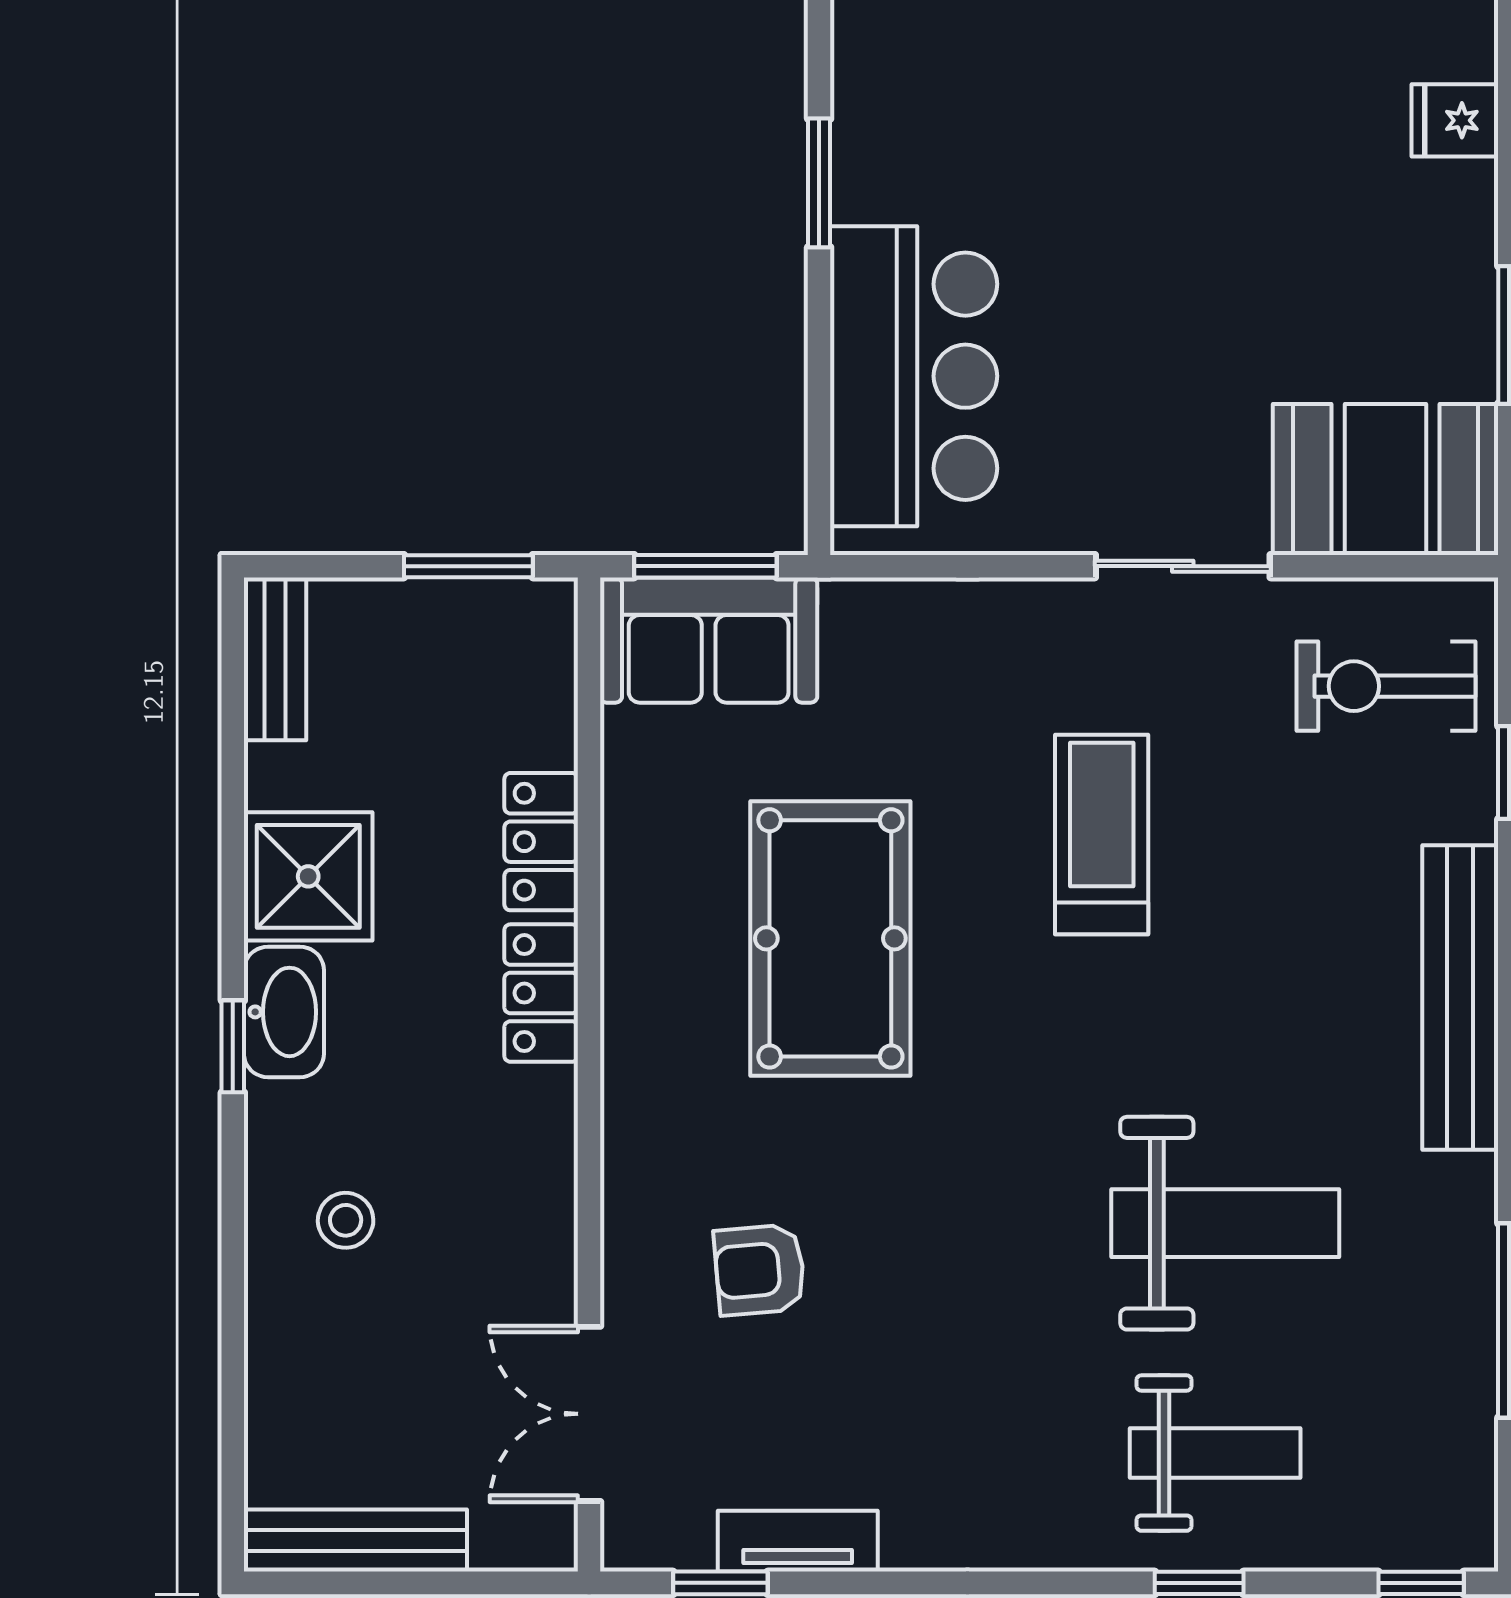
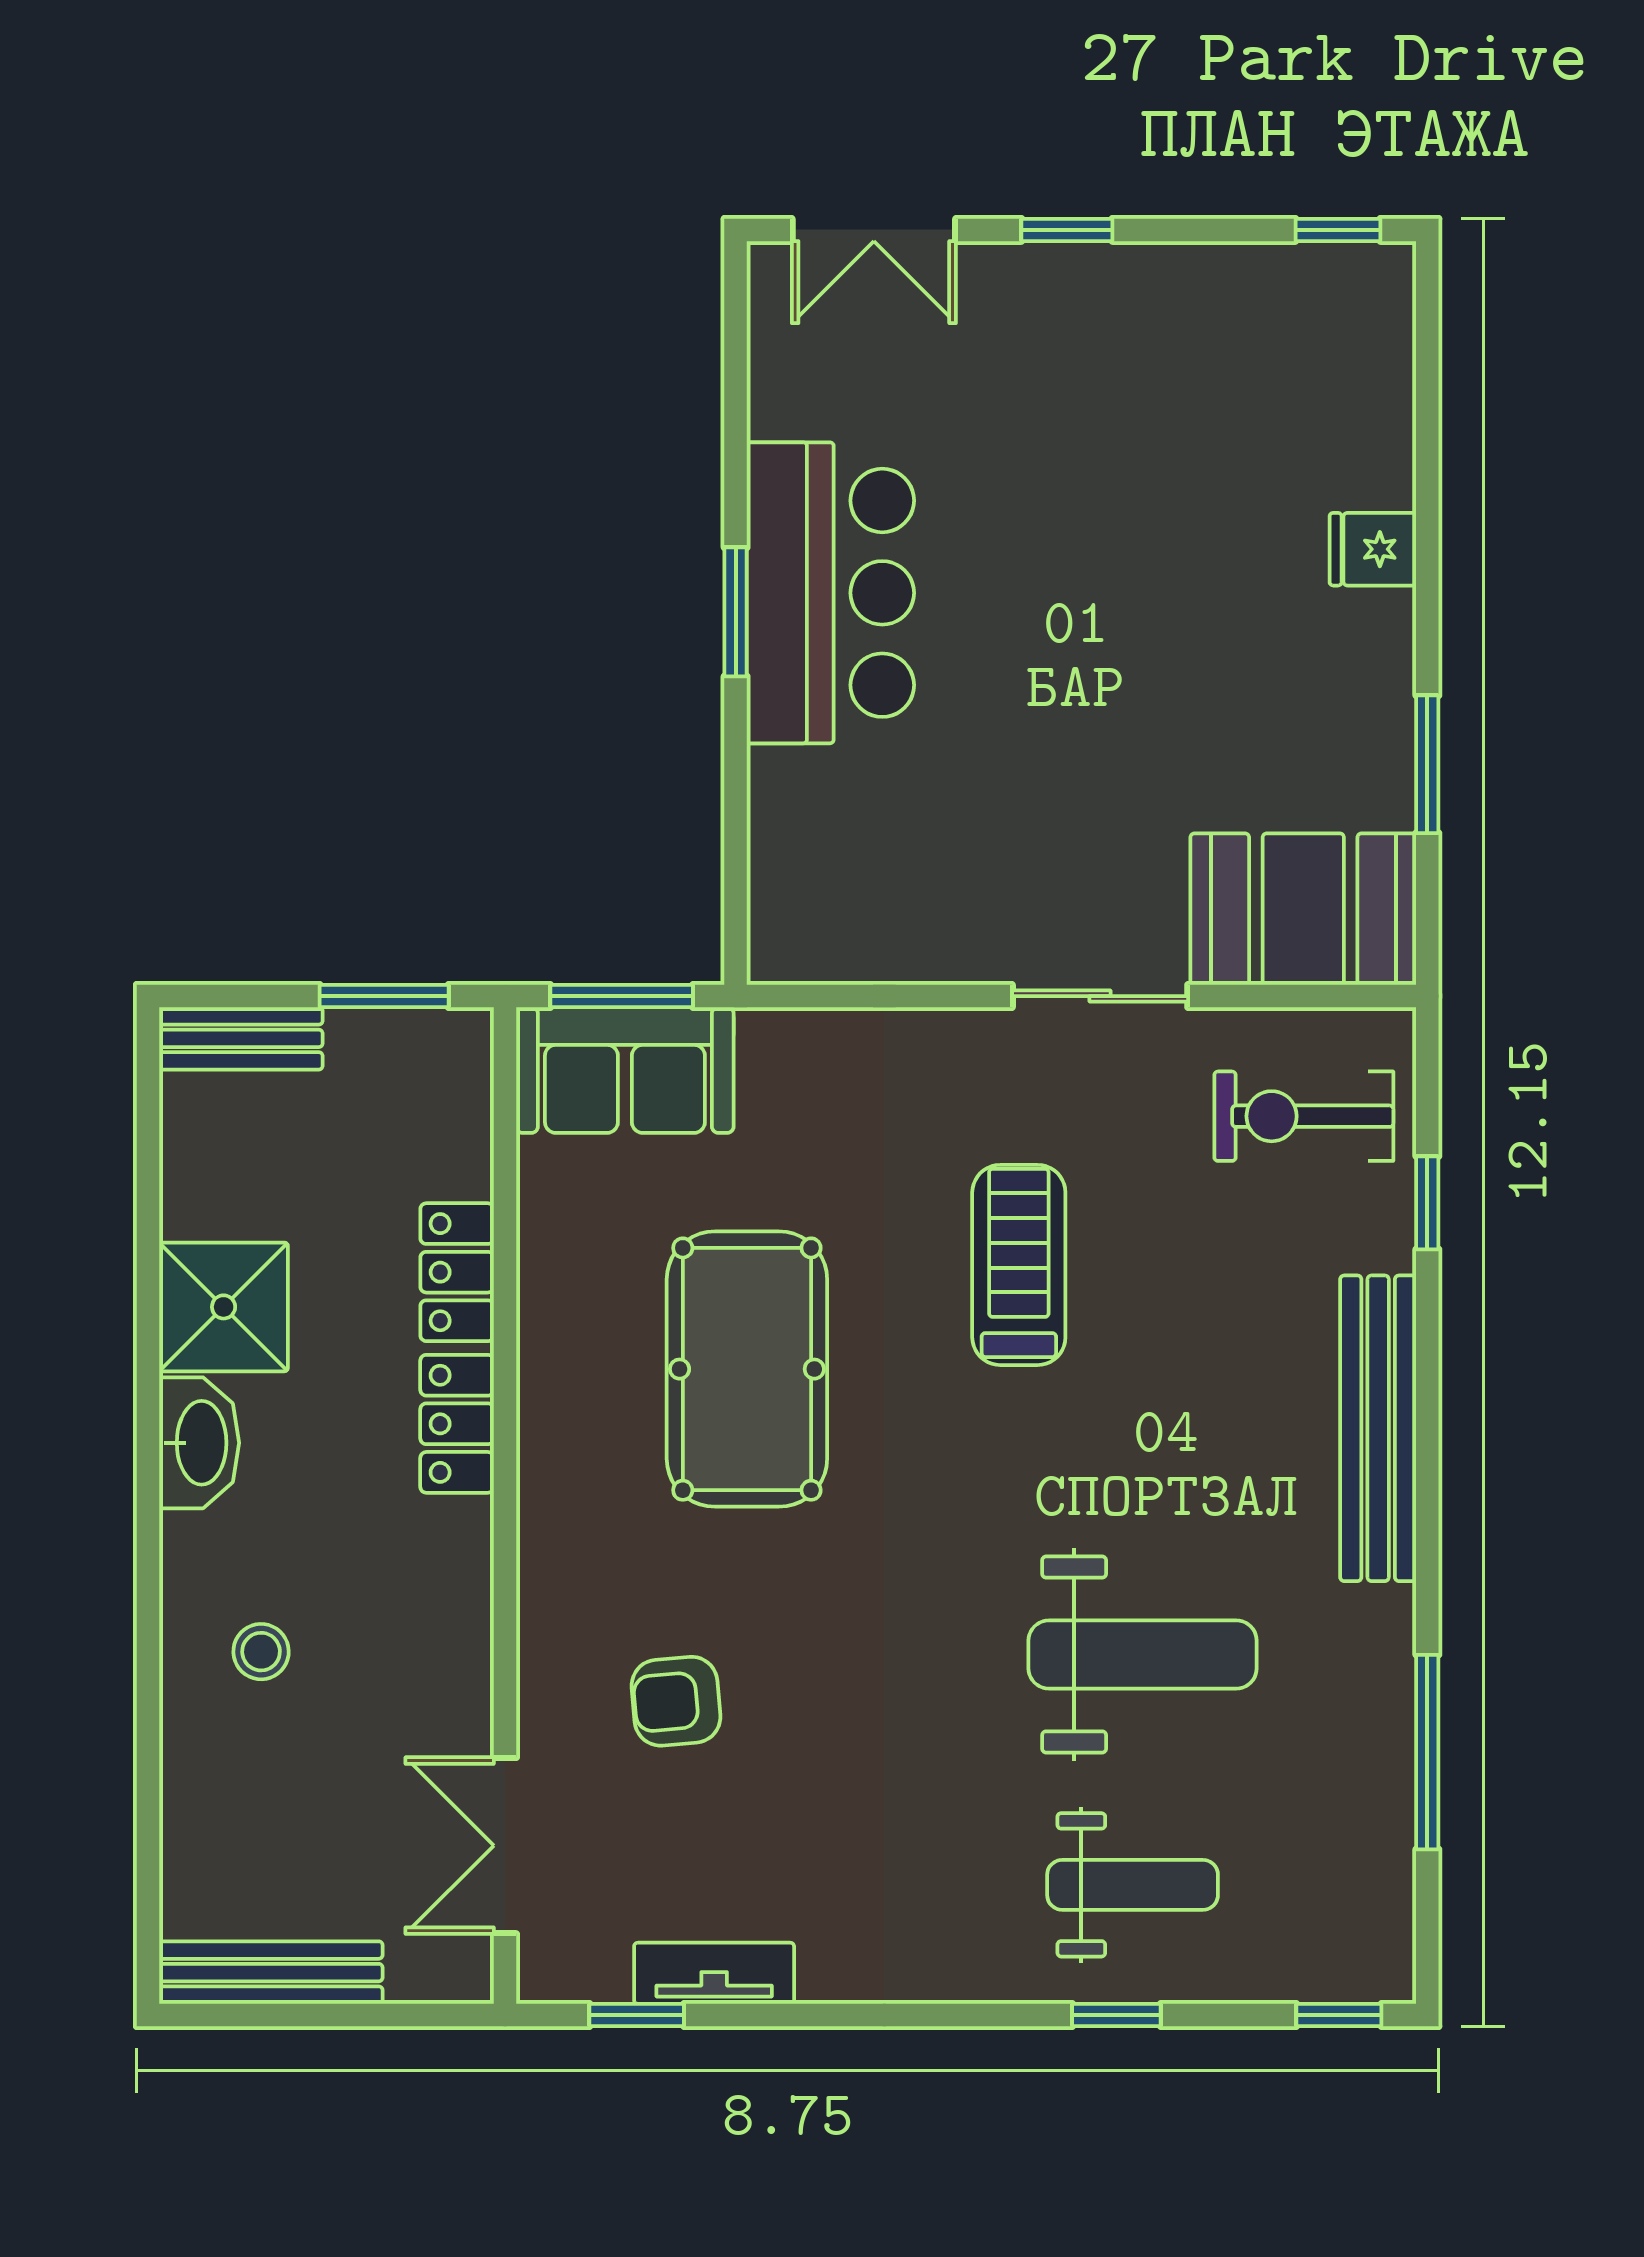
bar counter: (914, 376) -> (830, 593), moved
bench: (275, 659) -> (241, 1038), moved, turned 90
window: (233, 1046) -> (148, 1477), removed

